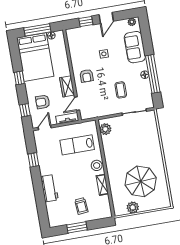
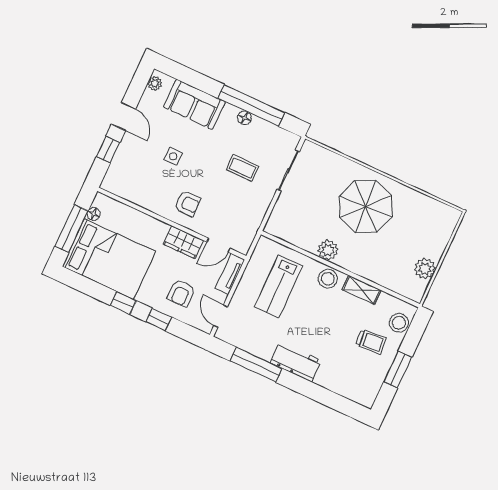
door: (77, 104) -> (218, 245), hinge flipped
window: (25, 110) -> (159, 319), moved
plant: (105, 129) -> (328, 250), moved
window: (33, 160) -> (256, 365), width x2.17
parasol: (141, 181) -> (366, 206), moved
workbench: (49, 188) -> (296, 362), moved
stool: (99, 213) -> (399, 323), added

